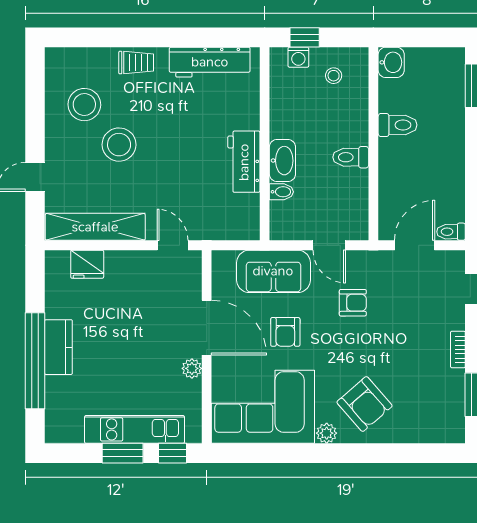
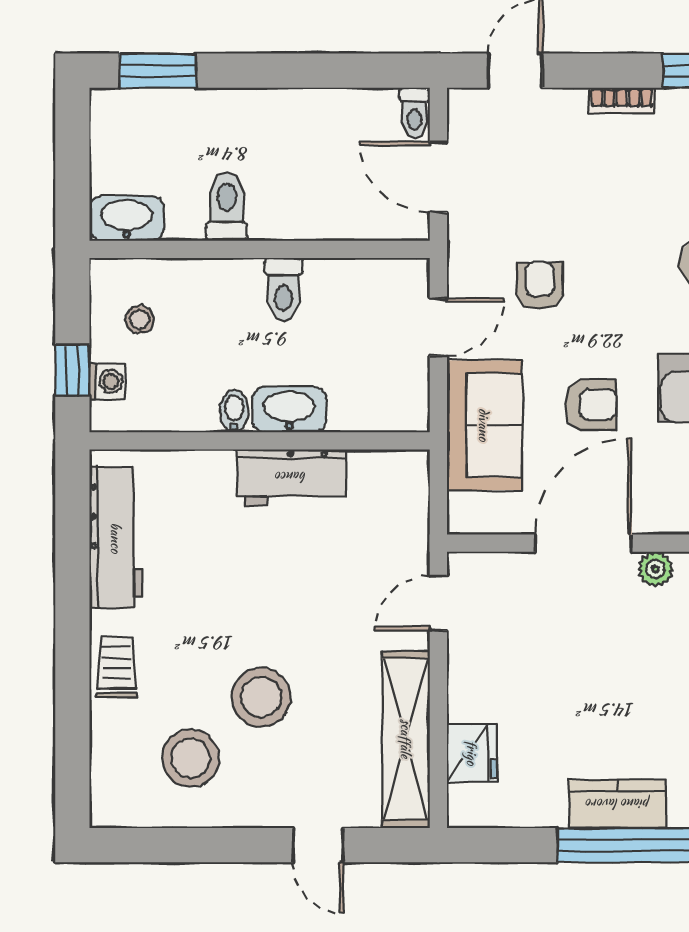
washbasin: (391, 62) -> (127, 218), width x1.38
bidet: (281, 192) -> (234, 411), moved

